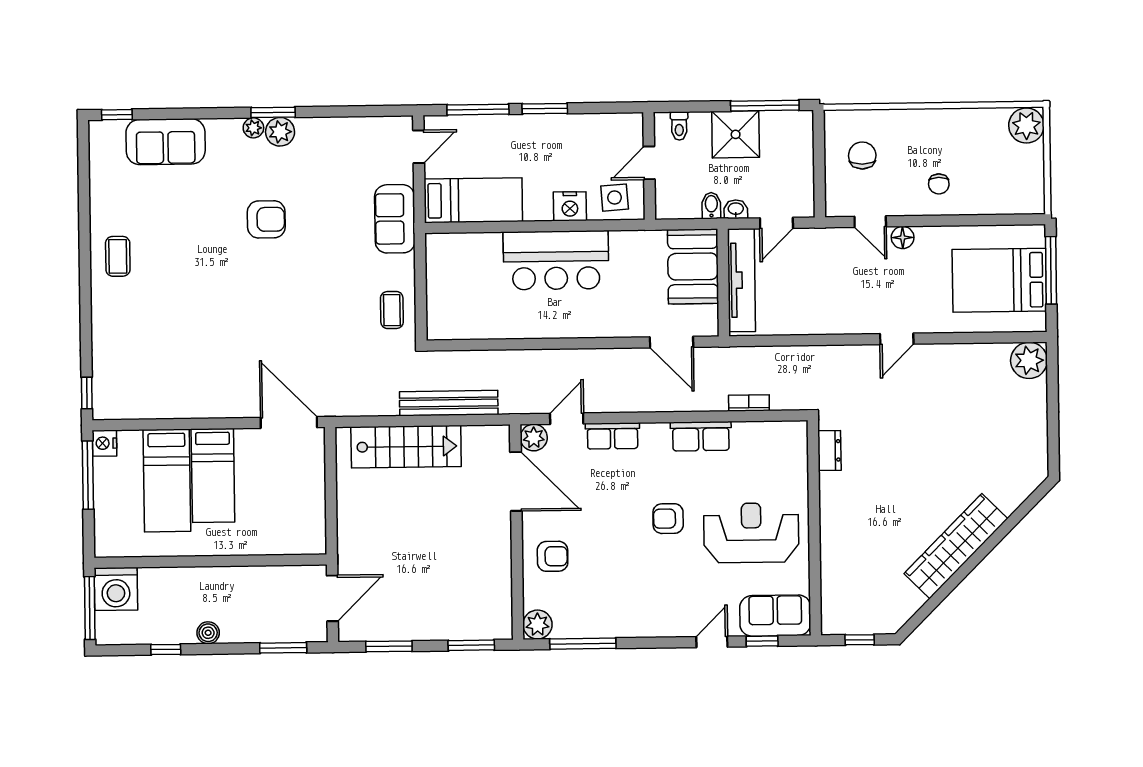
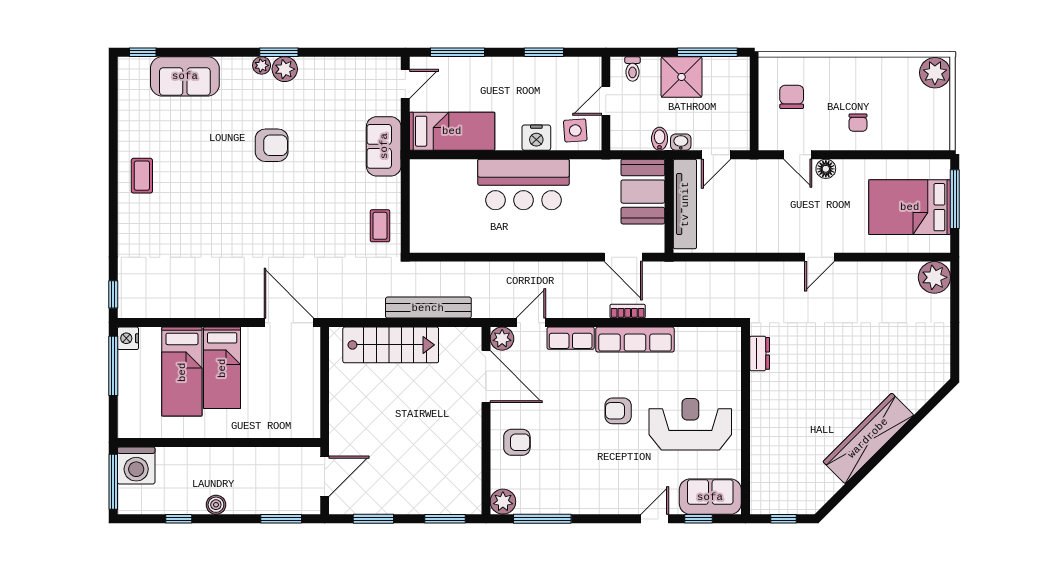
window: (545, 109) -> (544, 52), moved
bookcase: (749, 403) -> (628, 311), moved
row of seats: (701, 436) -> (635, 340), width x1.48

